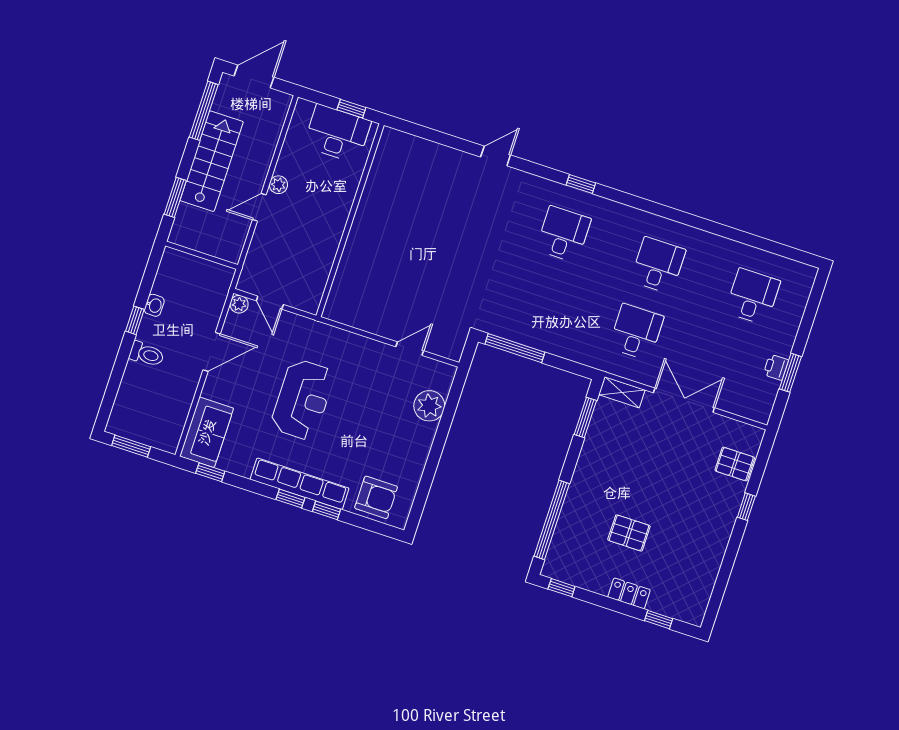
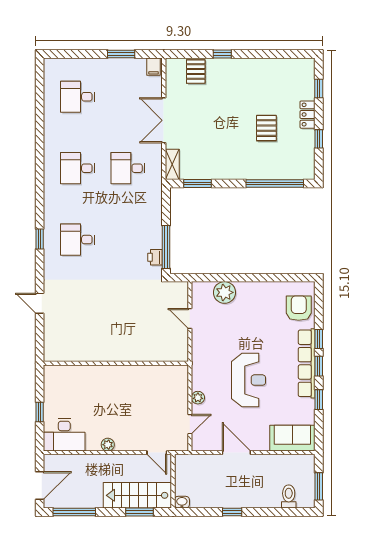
door: (254, 77) -> (40, 485), swing flipped
desk: (337, 134) -> (64, 435), moved, turned -90
stairs: (212, 161) -> (137, 495), moved
door: (259, 207) -> (157, 453), moved
wall: (350, 220) -> (116, 363), moved
plant: (239, 304) -> (198, 398), moved
washbasin: (154, 305) -> (182, 502), moved
toilet: (147, 354) -> (289, 496), moved
printer: (776, 367) -> (155, 257), moved, turned 90
reception desk: (303, 400) -> (249, 380), turned 90
filing cabinet: (759, 410) -> (154, 67), added
window: (210, 472) -> (319, 400), moved
window: (562, 588) -> (319, 139), moved

